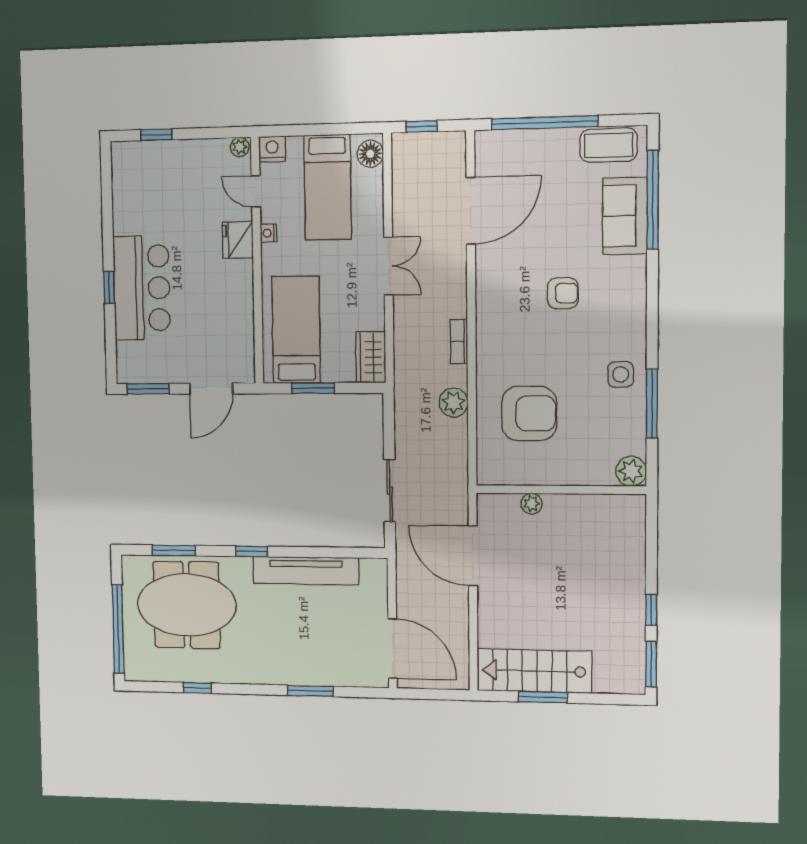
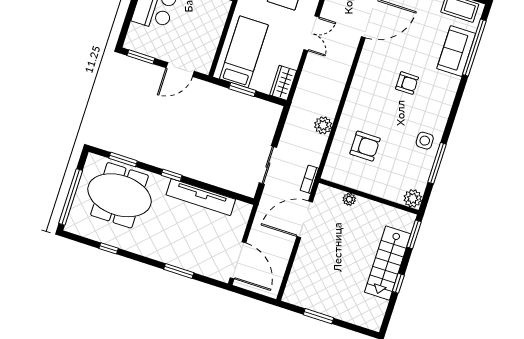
bookcase: (459, 341) -> (309, 179), moved
armchair: (529, 413) -> (365, 146), width x0.73, depth x0.73
door: (473, 556) -> (305, 219), hinge flipped
window: (651, 664) -> (414, 234), moved
stairs: (535, 671) -> (388, 263), moved, turned -90

